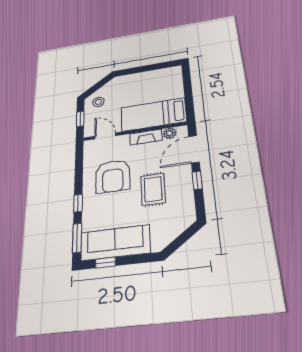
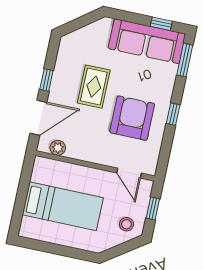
bed: (153, 115) -> (63, 206), moved
fireplace: (146, 137) -> (84, 153), removed
window: (78, 203) -> (173, 114), moved

